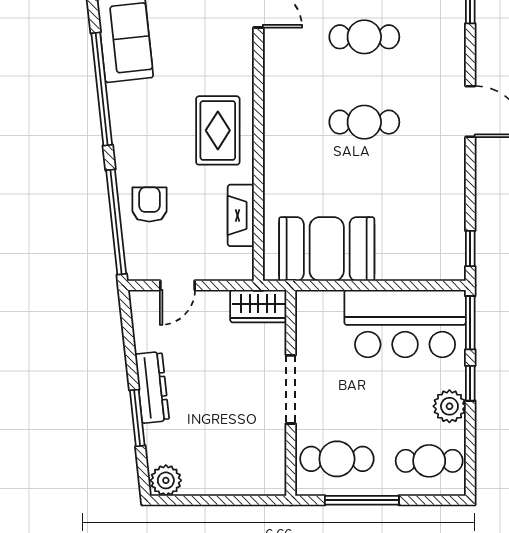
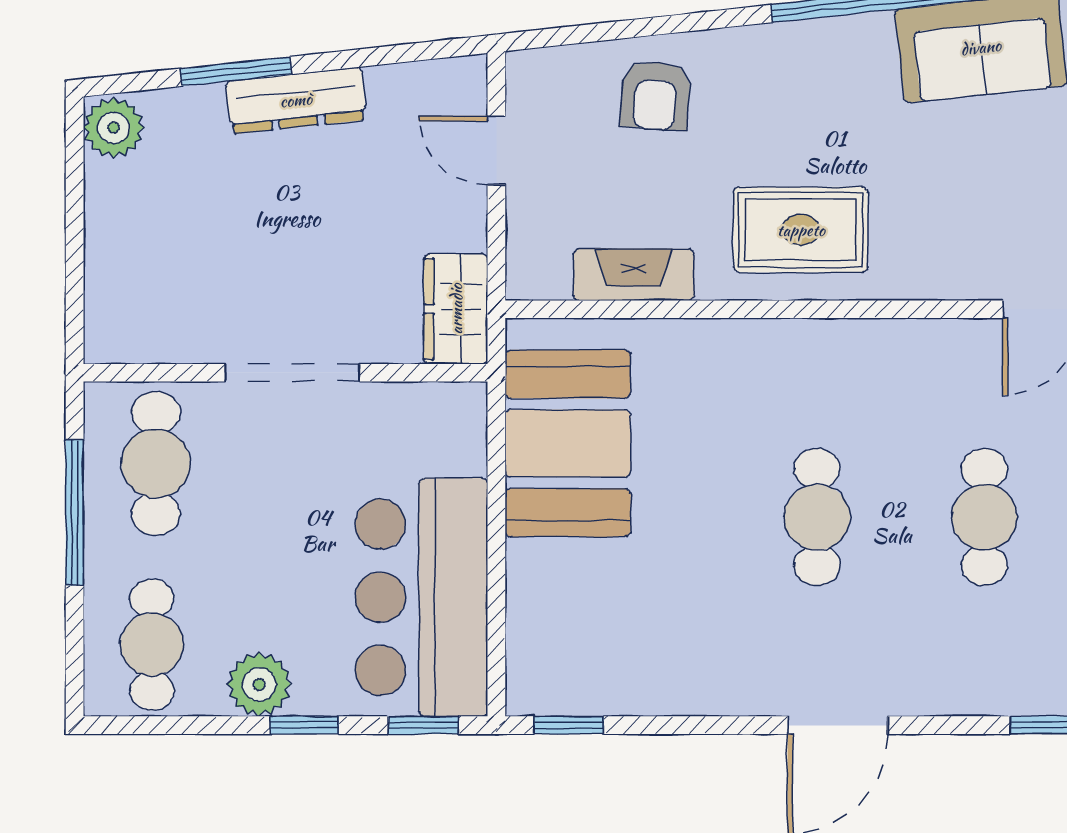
armchair: (149, 204) -> (655, 96), turned 94
window: (116, 222) -> (621, 30), removed
window: (470, 323) -> (423, 725), width x0.67

